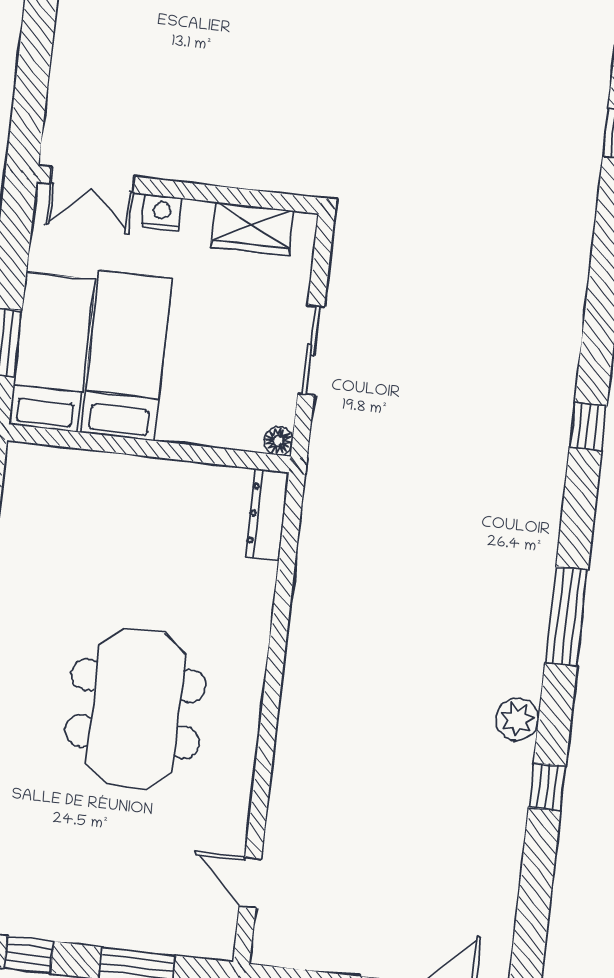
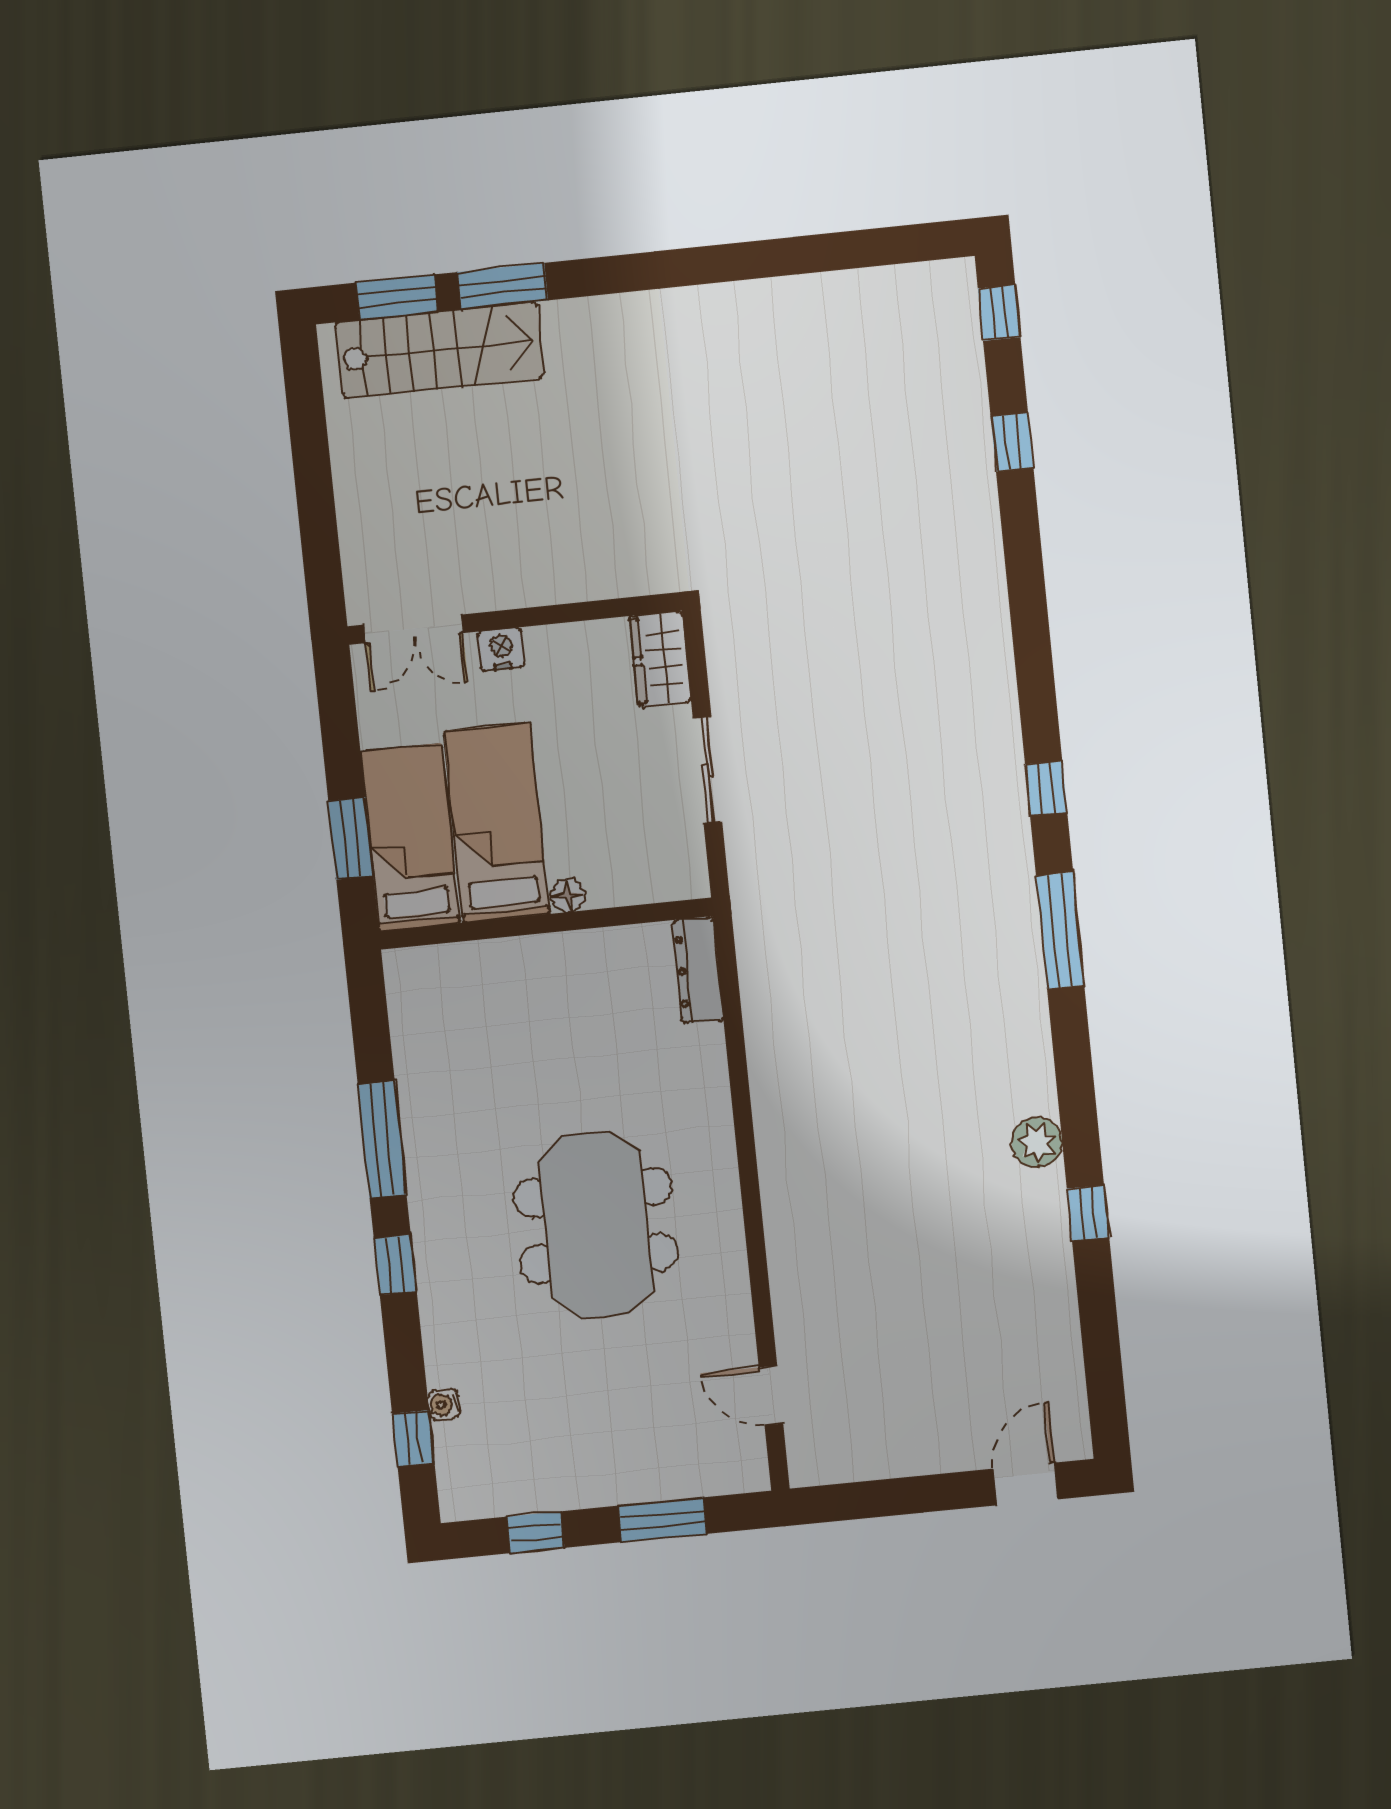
wardrobe: (252, 229) -> (660, 659), moved, turned 90
floor lamp: (278, 441) -> (568, 895), moved
window: (567, 616) -> (1060, 930), moved

